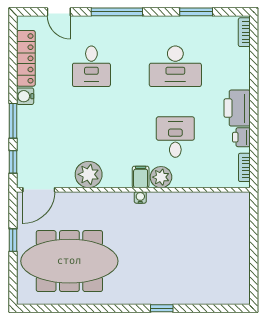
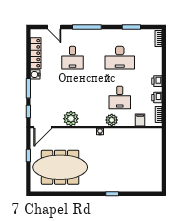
printer: (237, 108) -> (157, 81), width x0.53, depth x0.68
desk: (175, 137) -> (120, 97), turned 180
filing cabinet: (141, 177) -> (140, 120), moved

